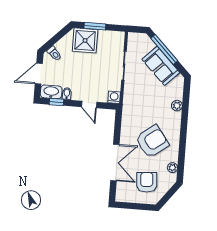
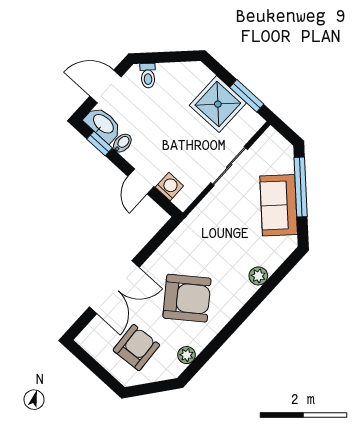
window: (95, 26) -> (247, 96), moved
shower: (85, 40) -> (218, 104), moved
washing machine: (114, 97) -> (169, 186), moved

